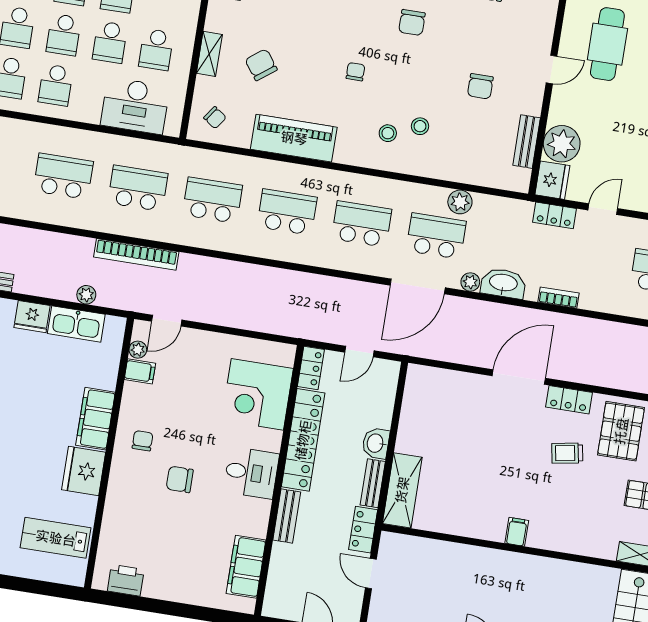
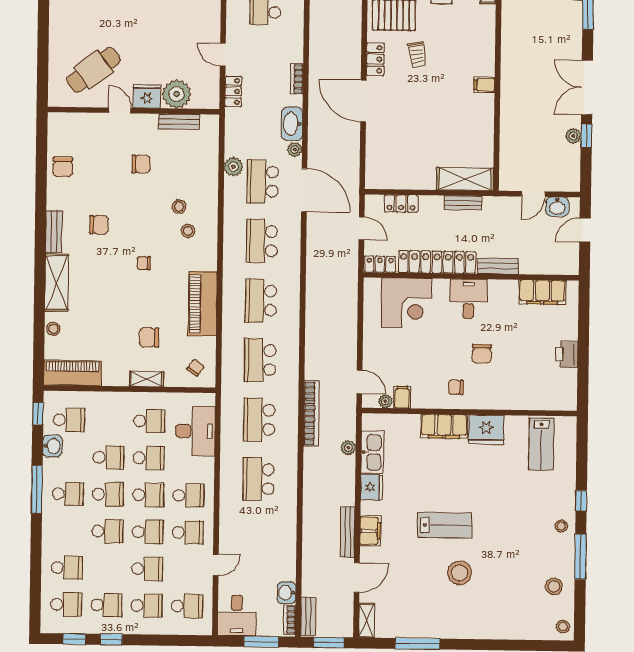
cafe table: (607, 44) -> (94, 70), turned -37
chair: (261, 65) -> (149, 337), turned 37
fridge: (552, 180) -> (147, 96), moved
washbasin: (376, 443) -> (557, 207), moved
locker: (363, 530) -> (401, 204), moved
printer: (126, 580) -> (567, 355), moved

